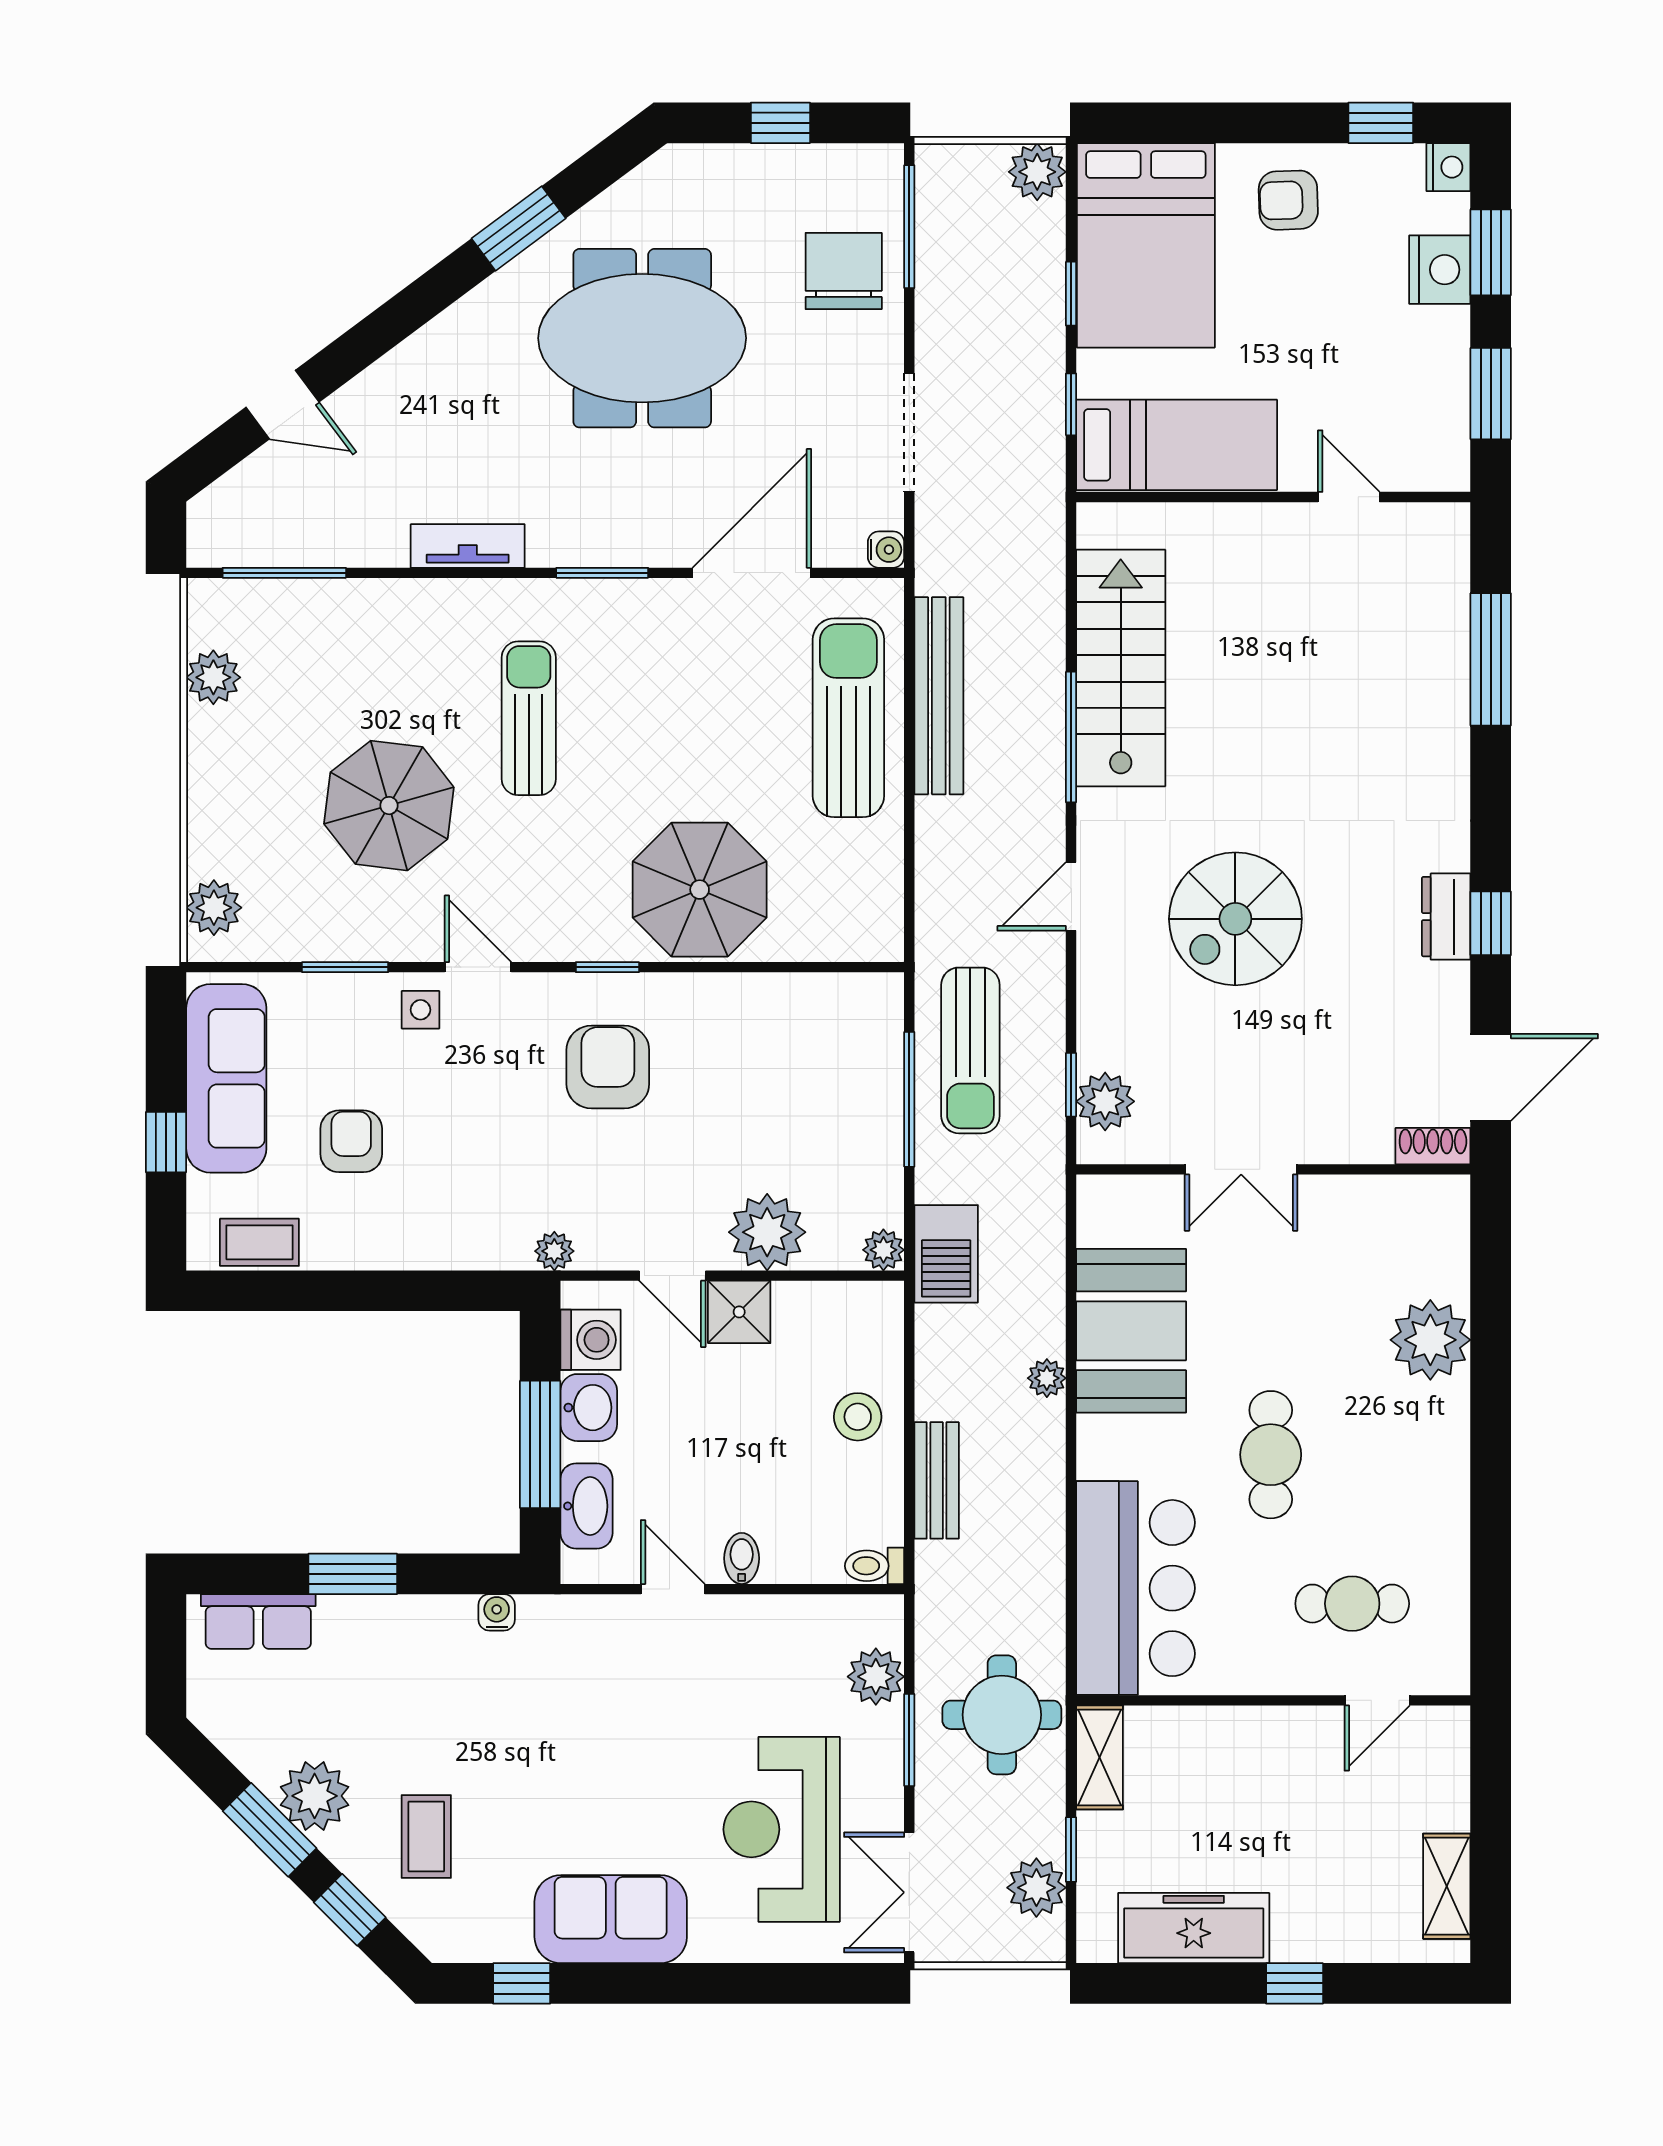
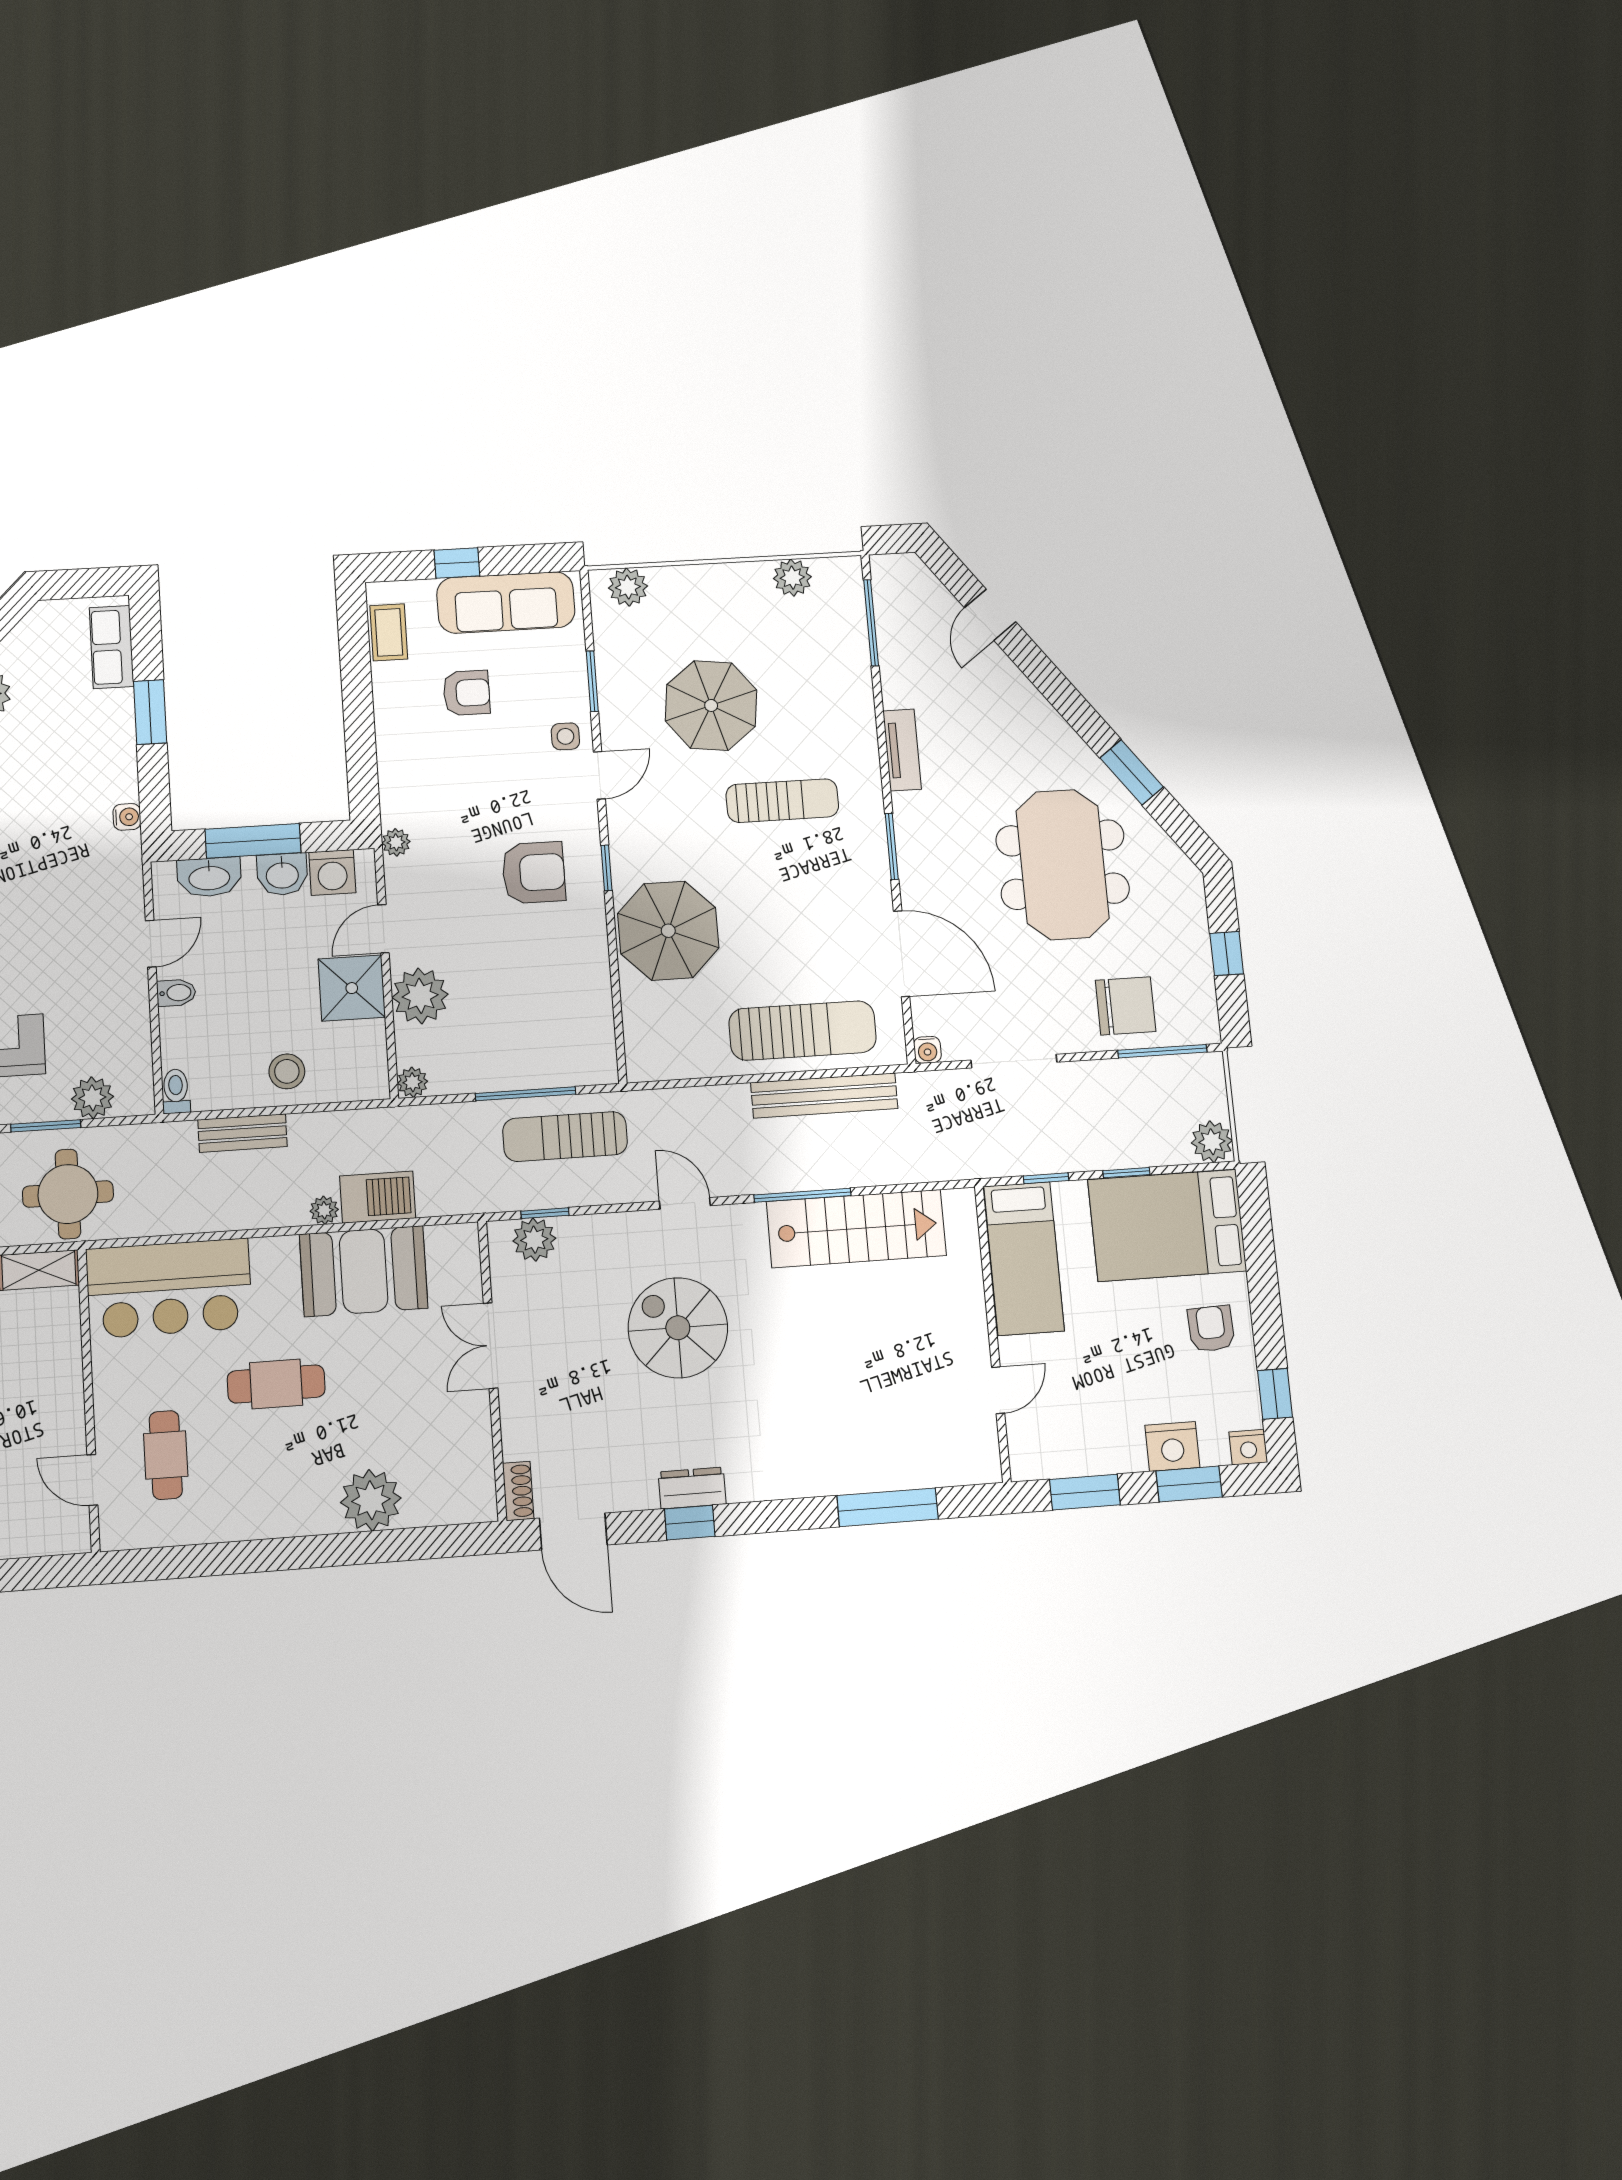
barbecue: (946, 1254) -> (378, 1197), moved, turned 180
shower: (739, 1312) -> (352, 988), width x1.36, depth x1.36

